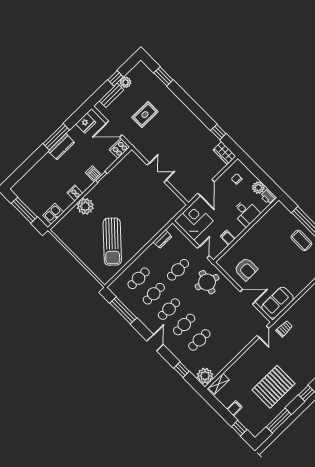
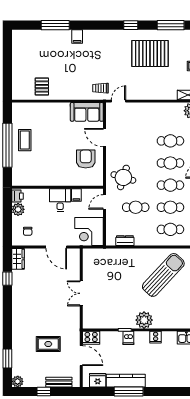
plant: (126, 82) -> (18, 381), moved
kitchen counter: (61, 147) -> (126, 381), width x1.50
door: (206, 188) -> (56, 247), swing flipped
plant: (85, 206) -> (144, 320), moved
desk: (246, 213) -> (60, 200), moved

